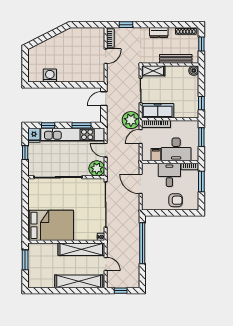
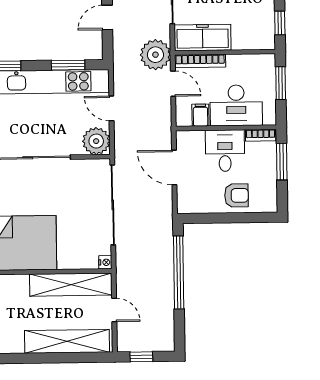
door: (141, 137) -> (173, 84), swing flipped

